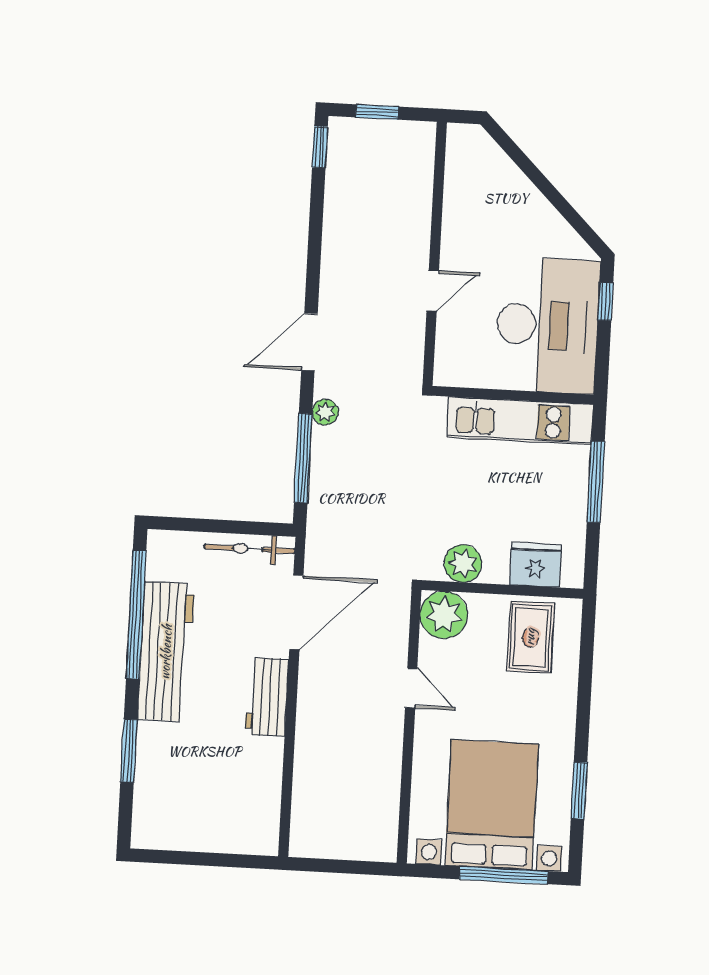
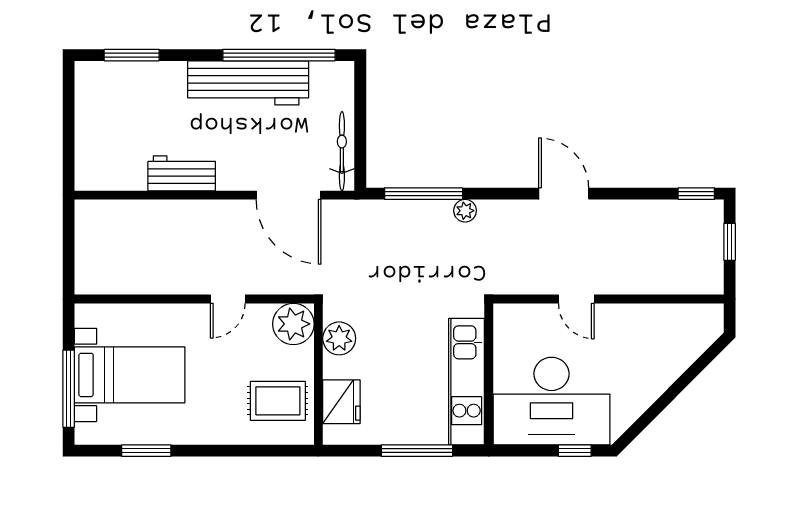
door: (309, 342) -> (564, 194), moved
workbench: (267, 697) -> (182, 173), moved
window: (129, 751) -> (132, 55), moved
bed with nightstands: (492, 805) -> (130, 375), width x0.73

